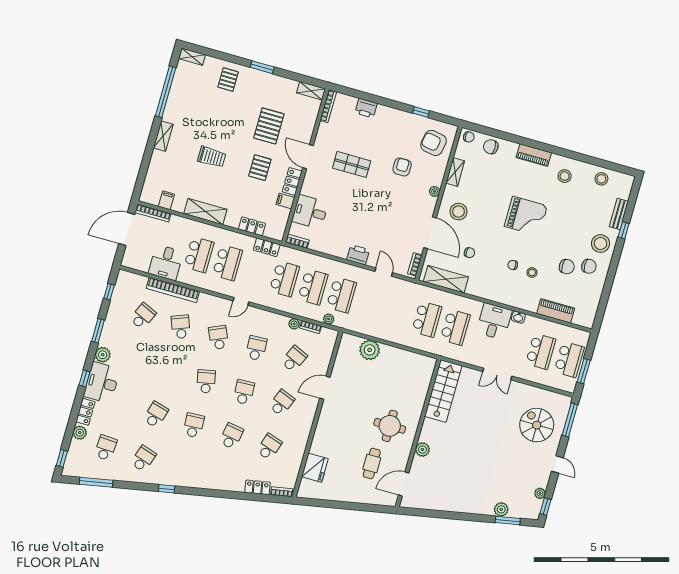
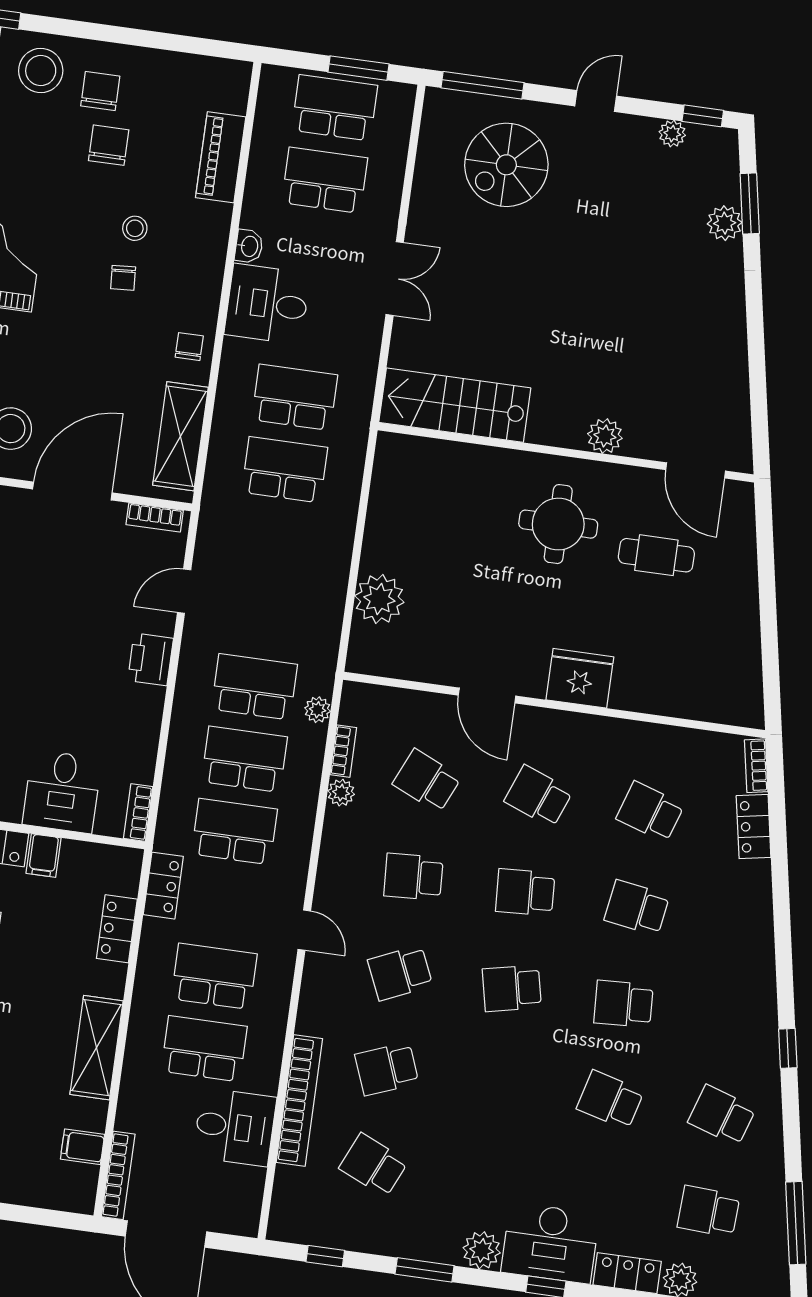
chair: (469, 253) -> (189, 347), moved
fridge: (315, 468) -> (580, 678), moved

